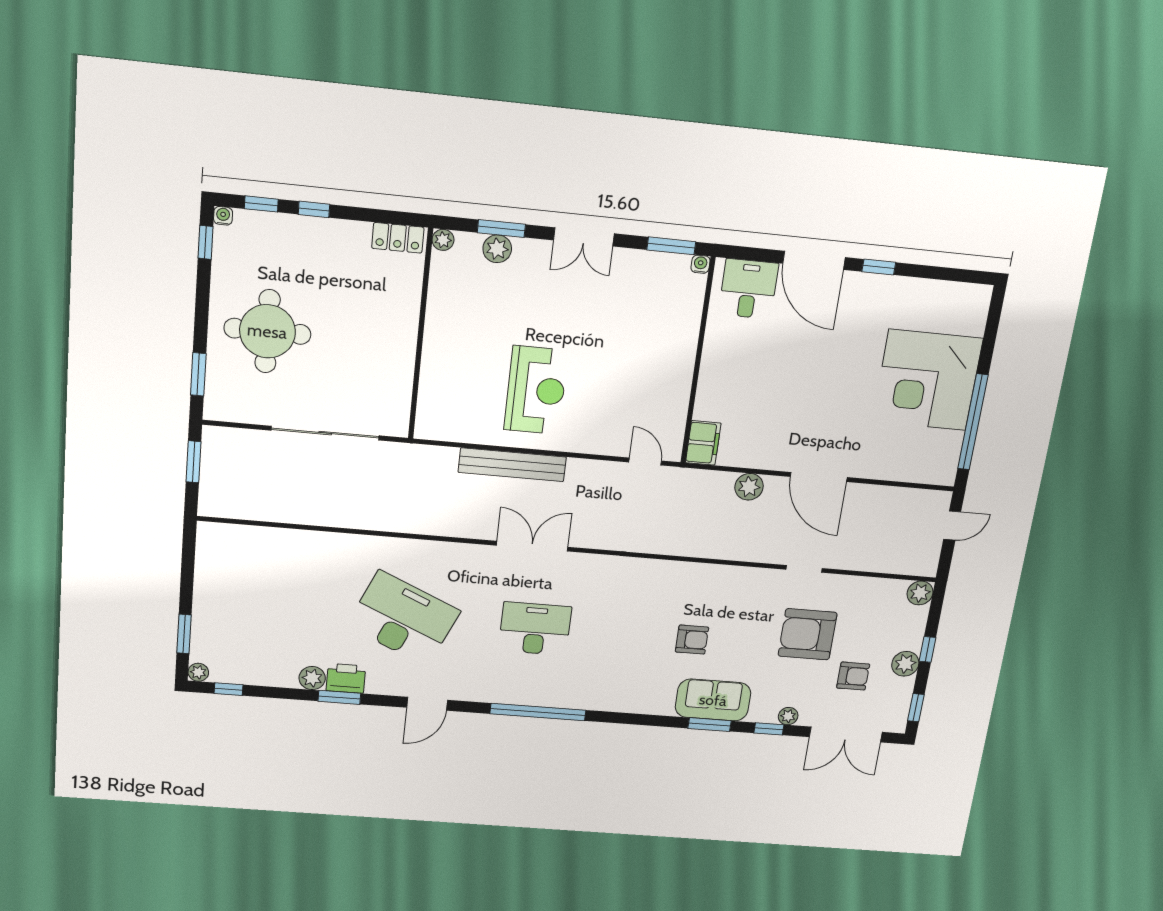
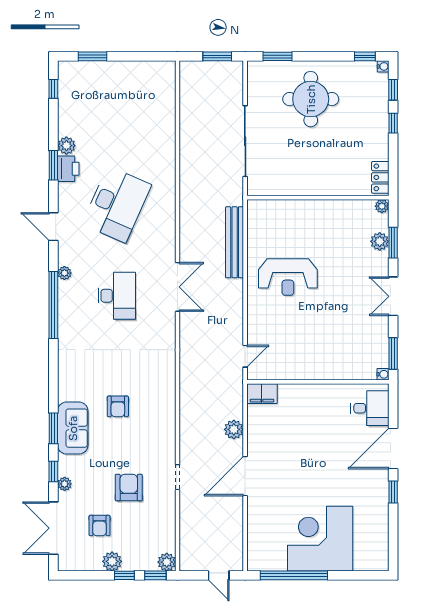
bench: (512, 465) -> (235, 242), moved
armchair: (807, 634) -> (129, 487), width x0.73, depth x0.73
plant: (198, 672) -> (64, 273), moved
window: (916, 708) -> (155, 575), moved

